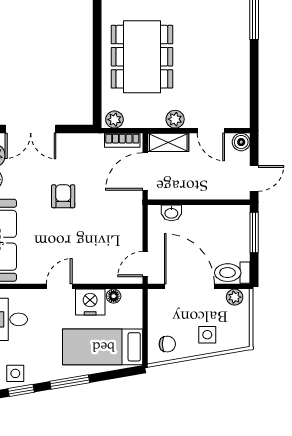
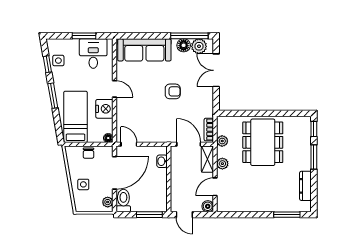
dining table: (142, 57) -> (263, 142), turned 90
plant: (114, 120) -> (222, 141), moved
floor lamp: (114, 296) -> (108, 138), moved
chair: (167, 344) -> (88, 153), moved

